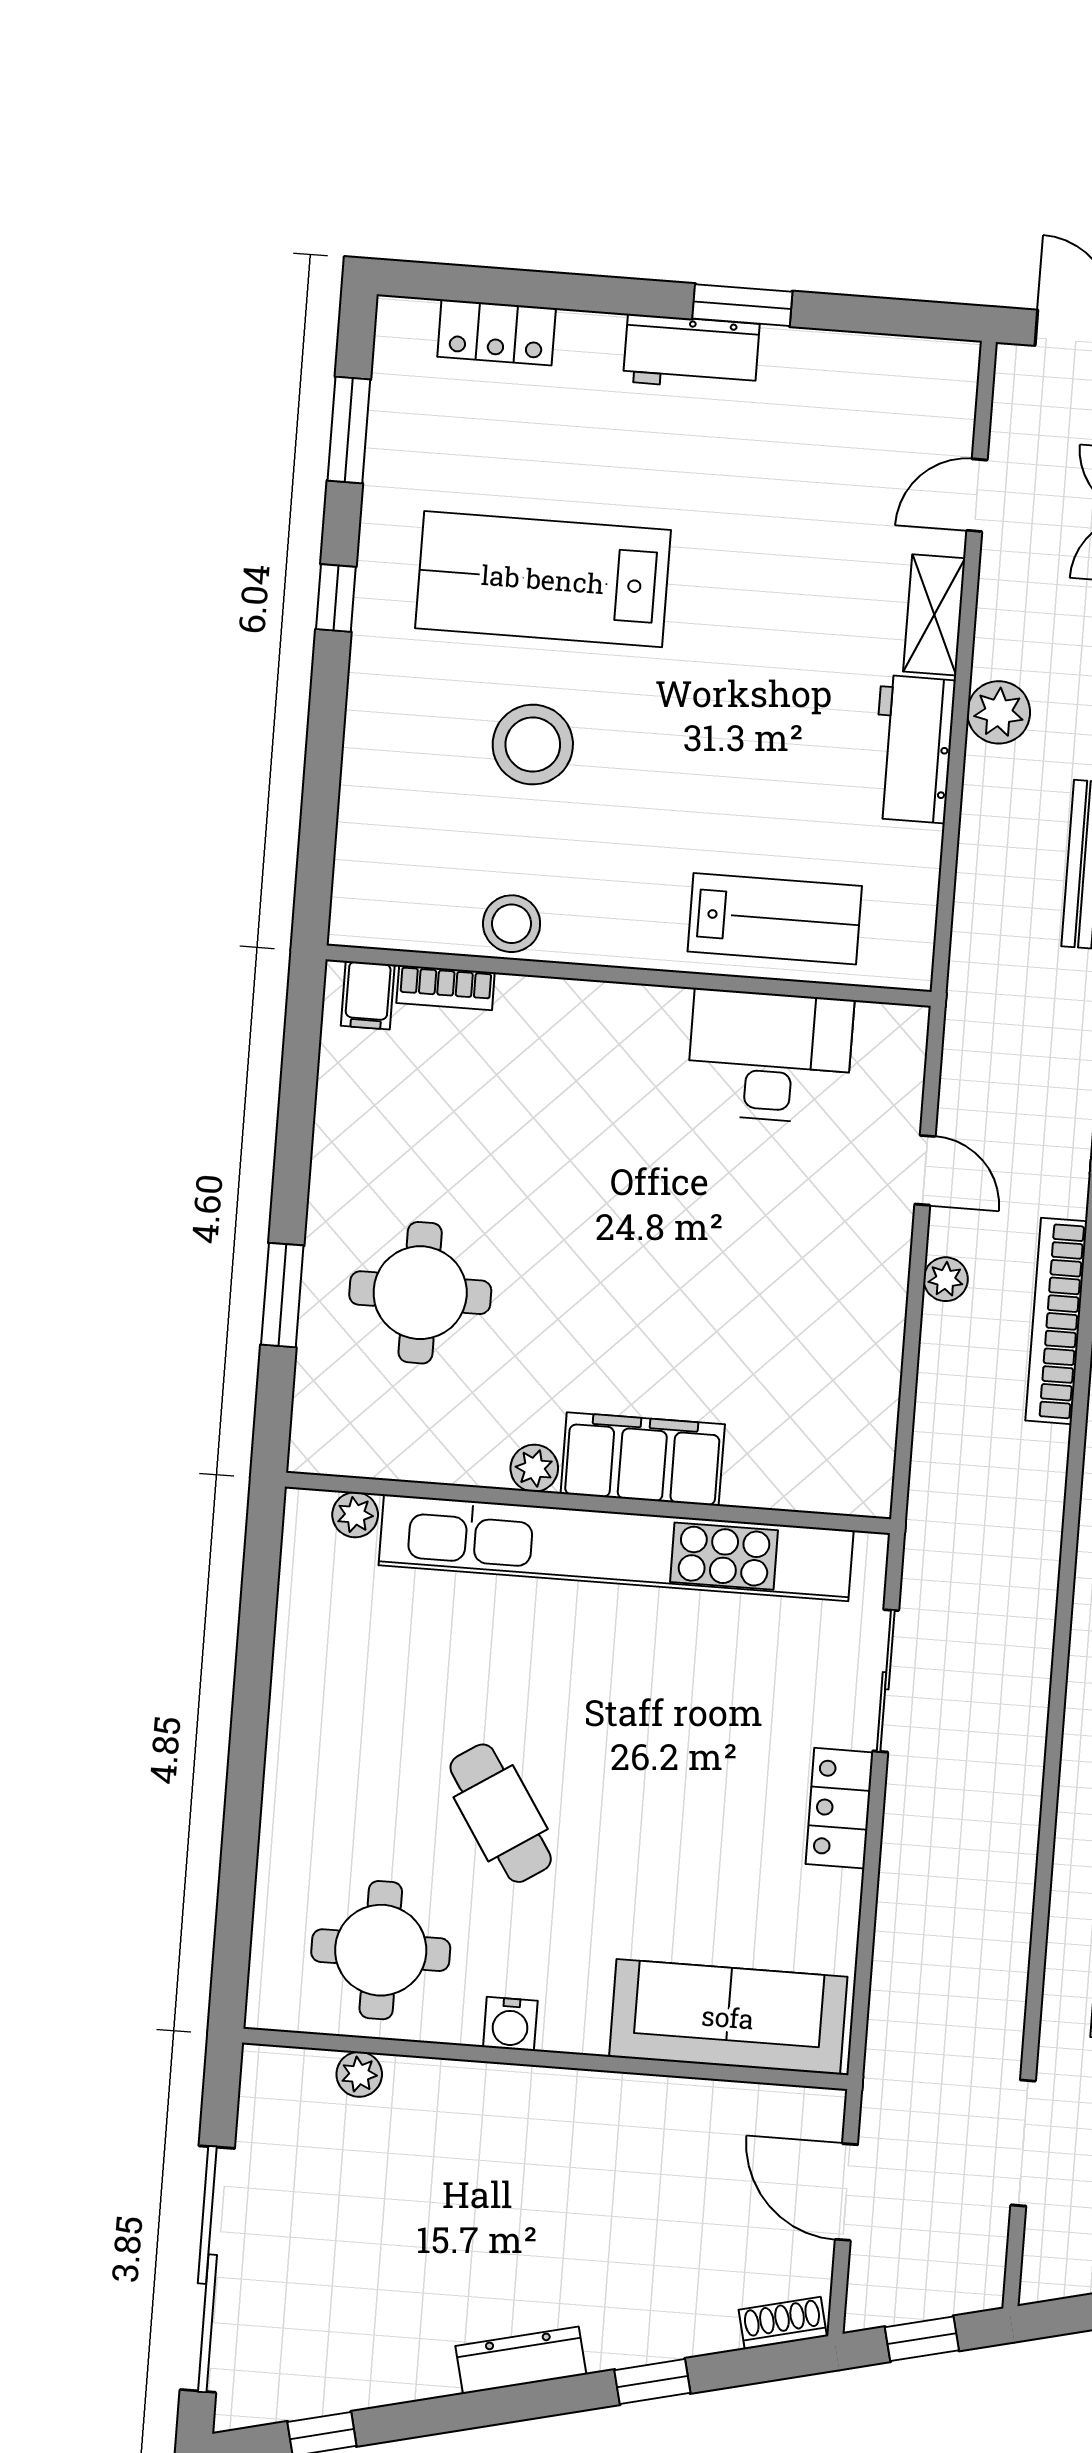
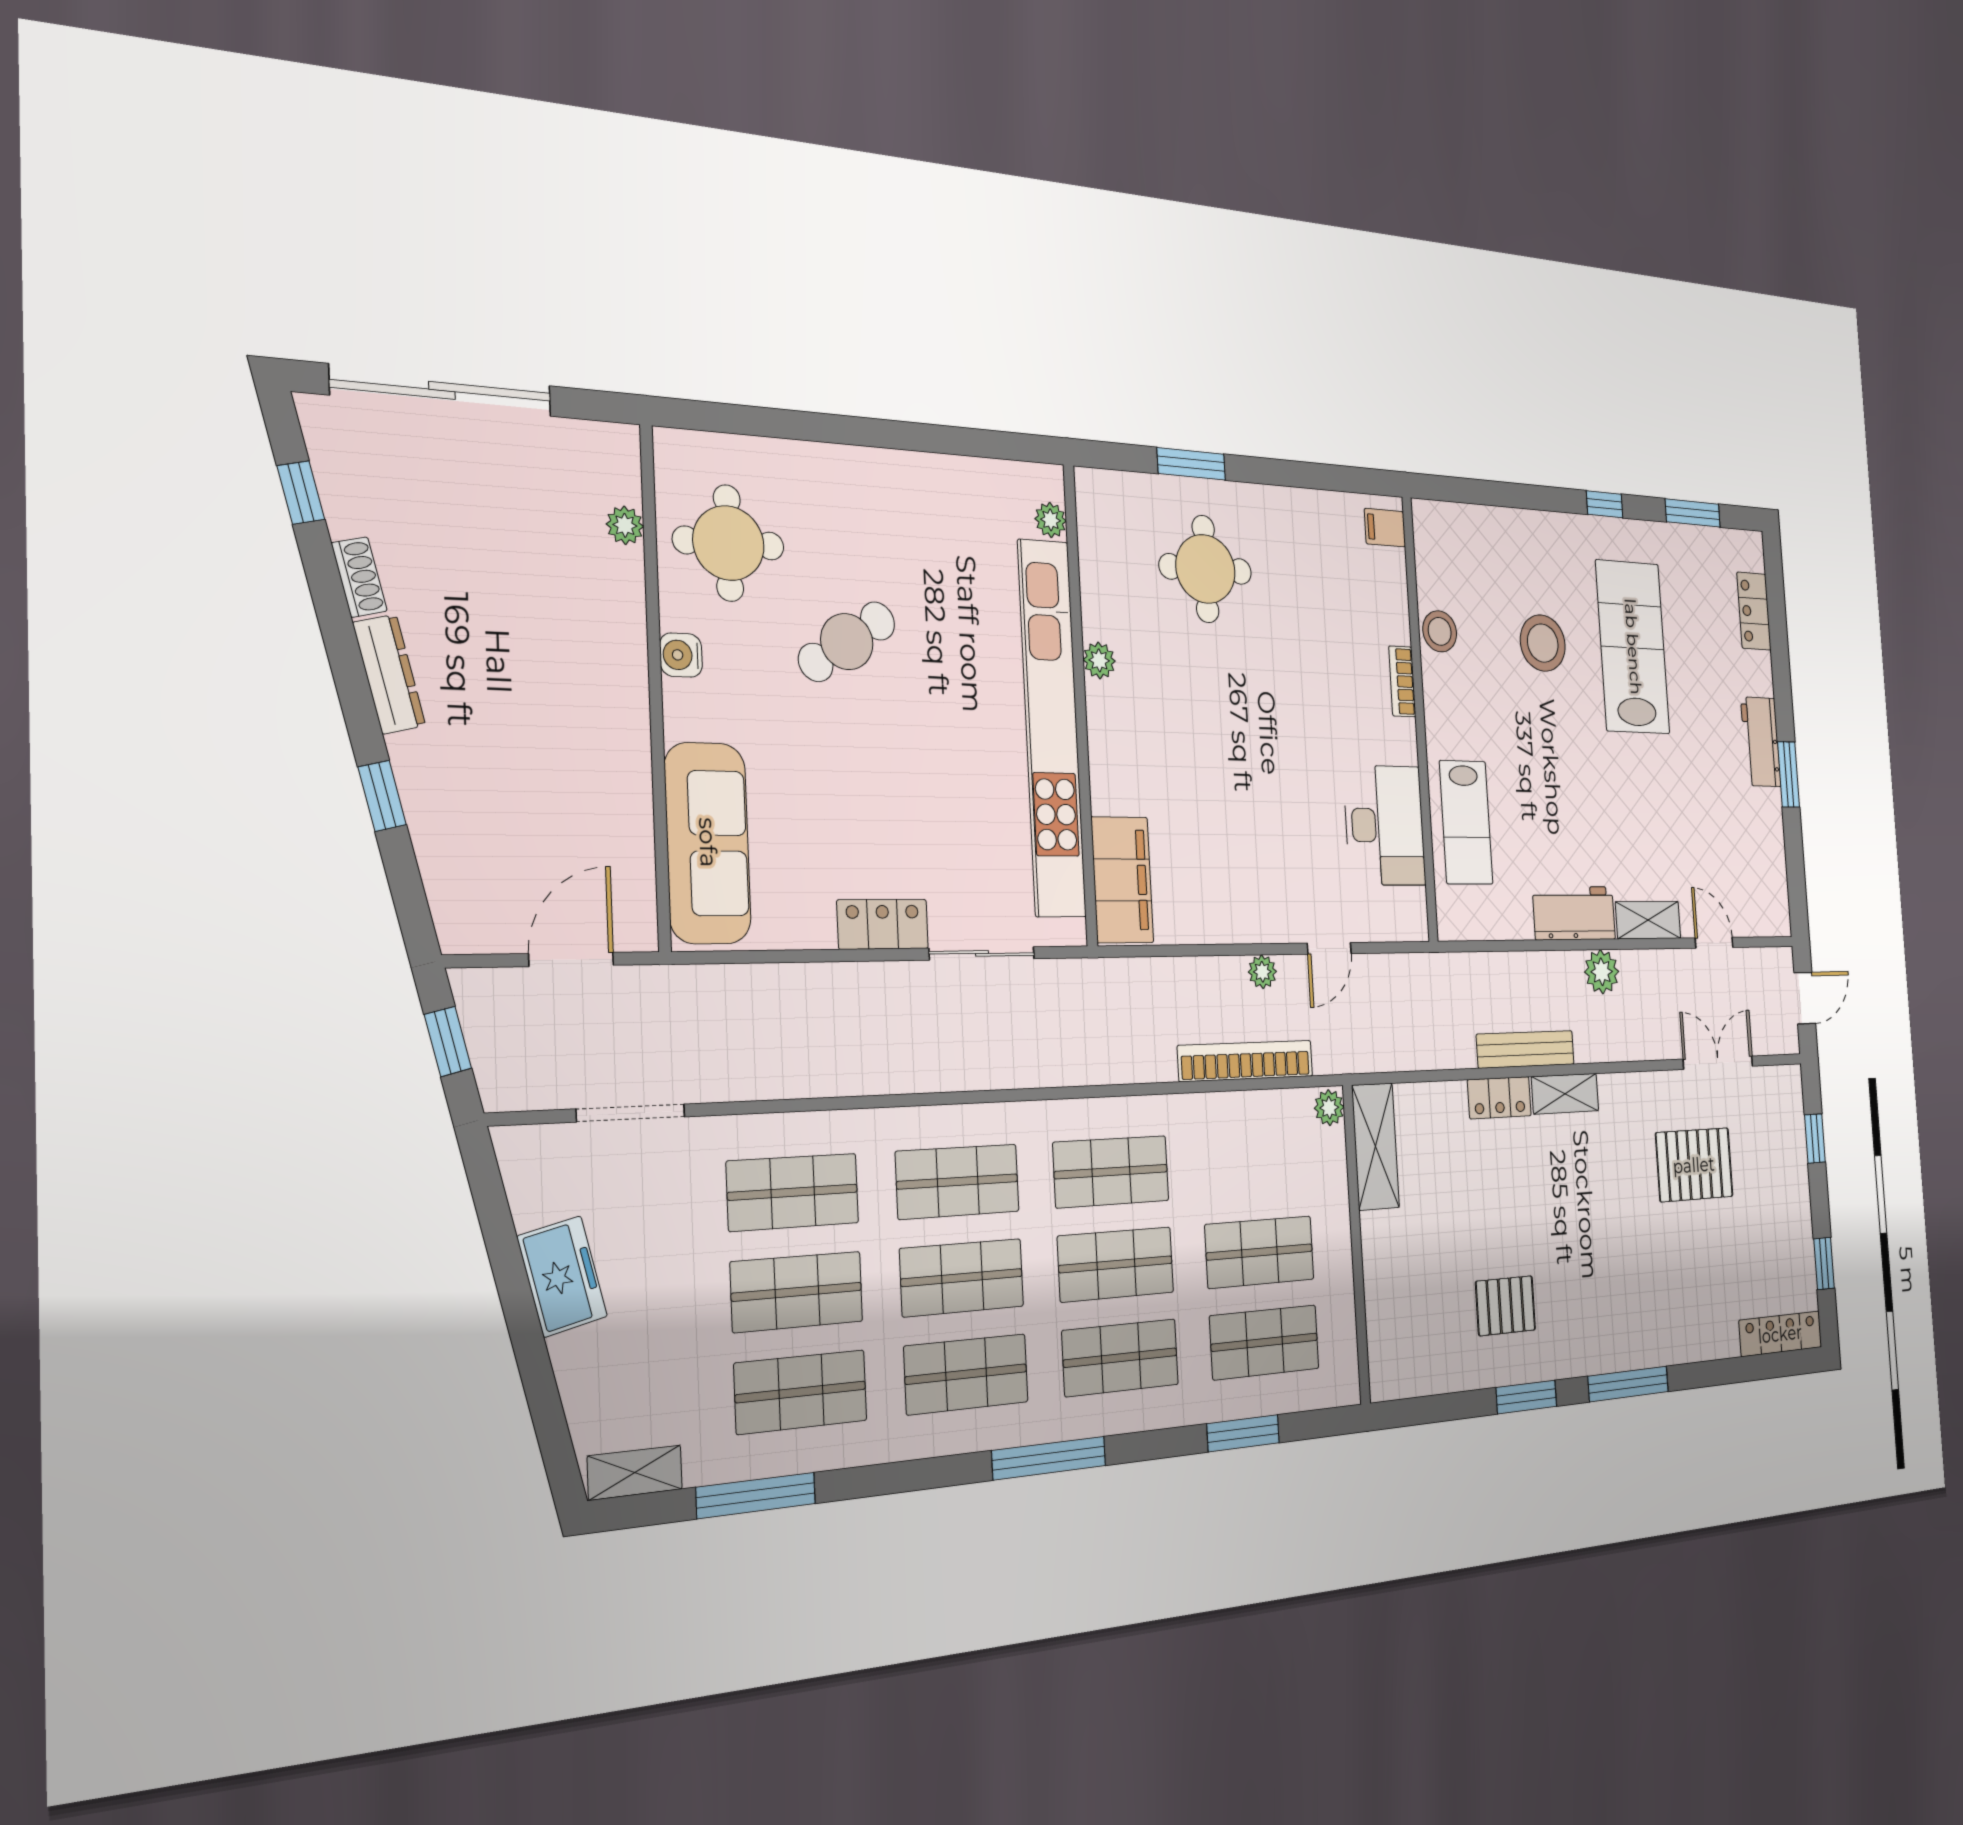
bookcase: (446, 988) -> (1402, 681), moved
filing cabinet: (643, 1459) -> (1122, 880), moved
shoe rack: (783, 2323) -> (359, 577), moved

